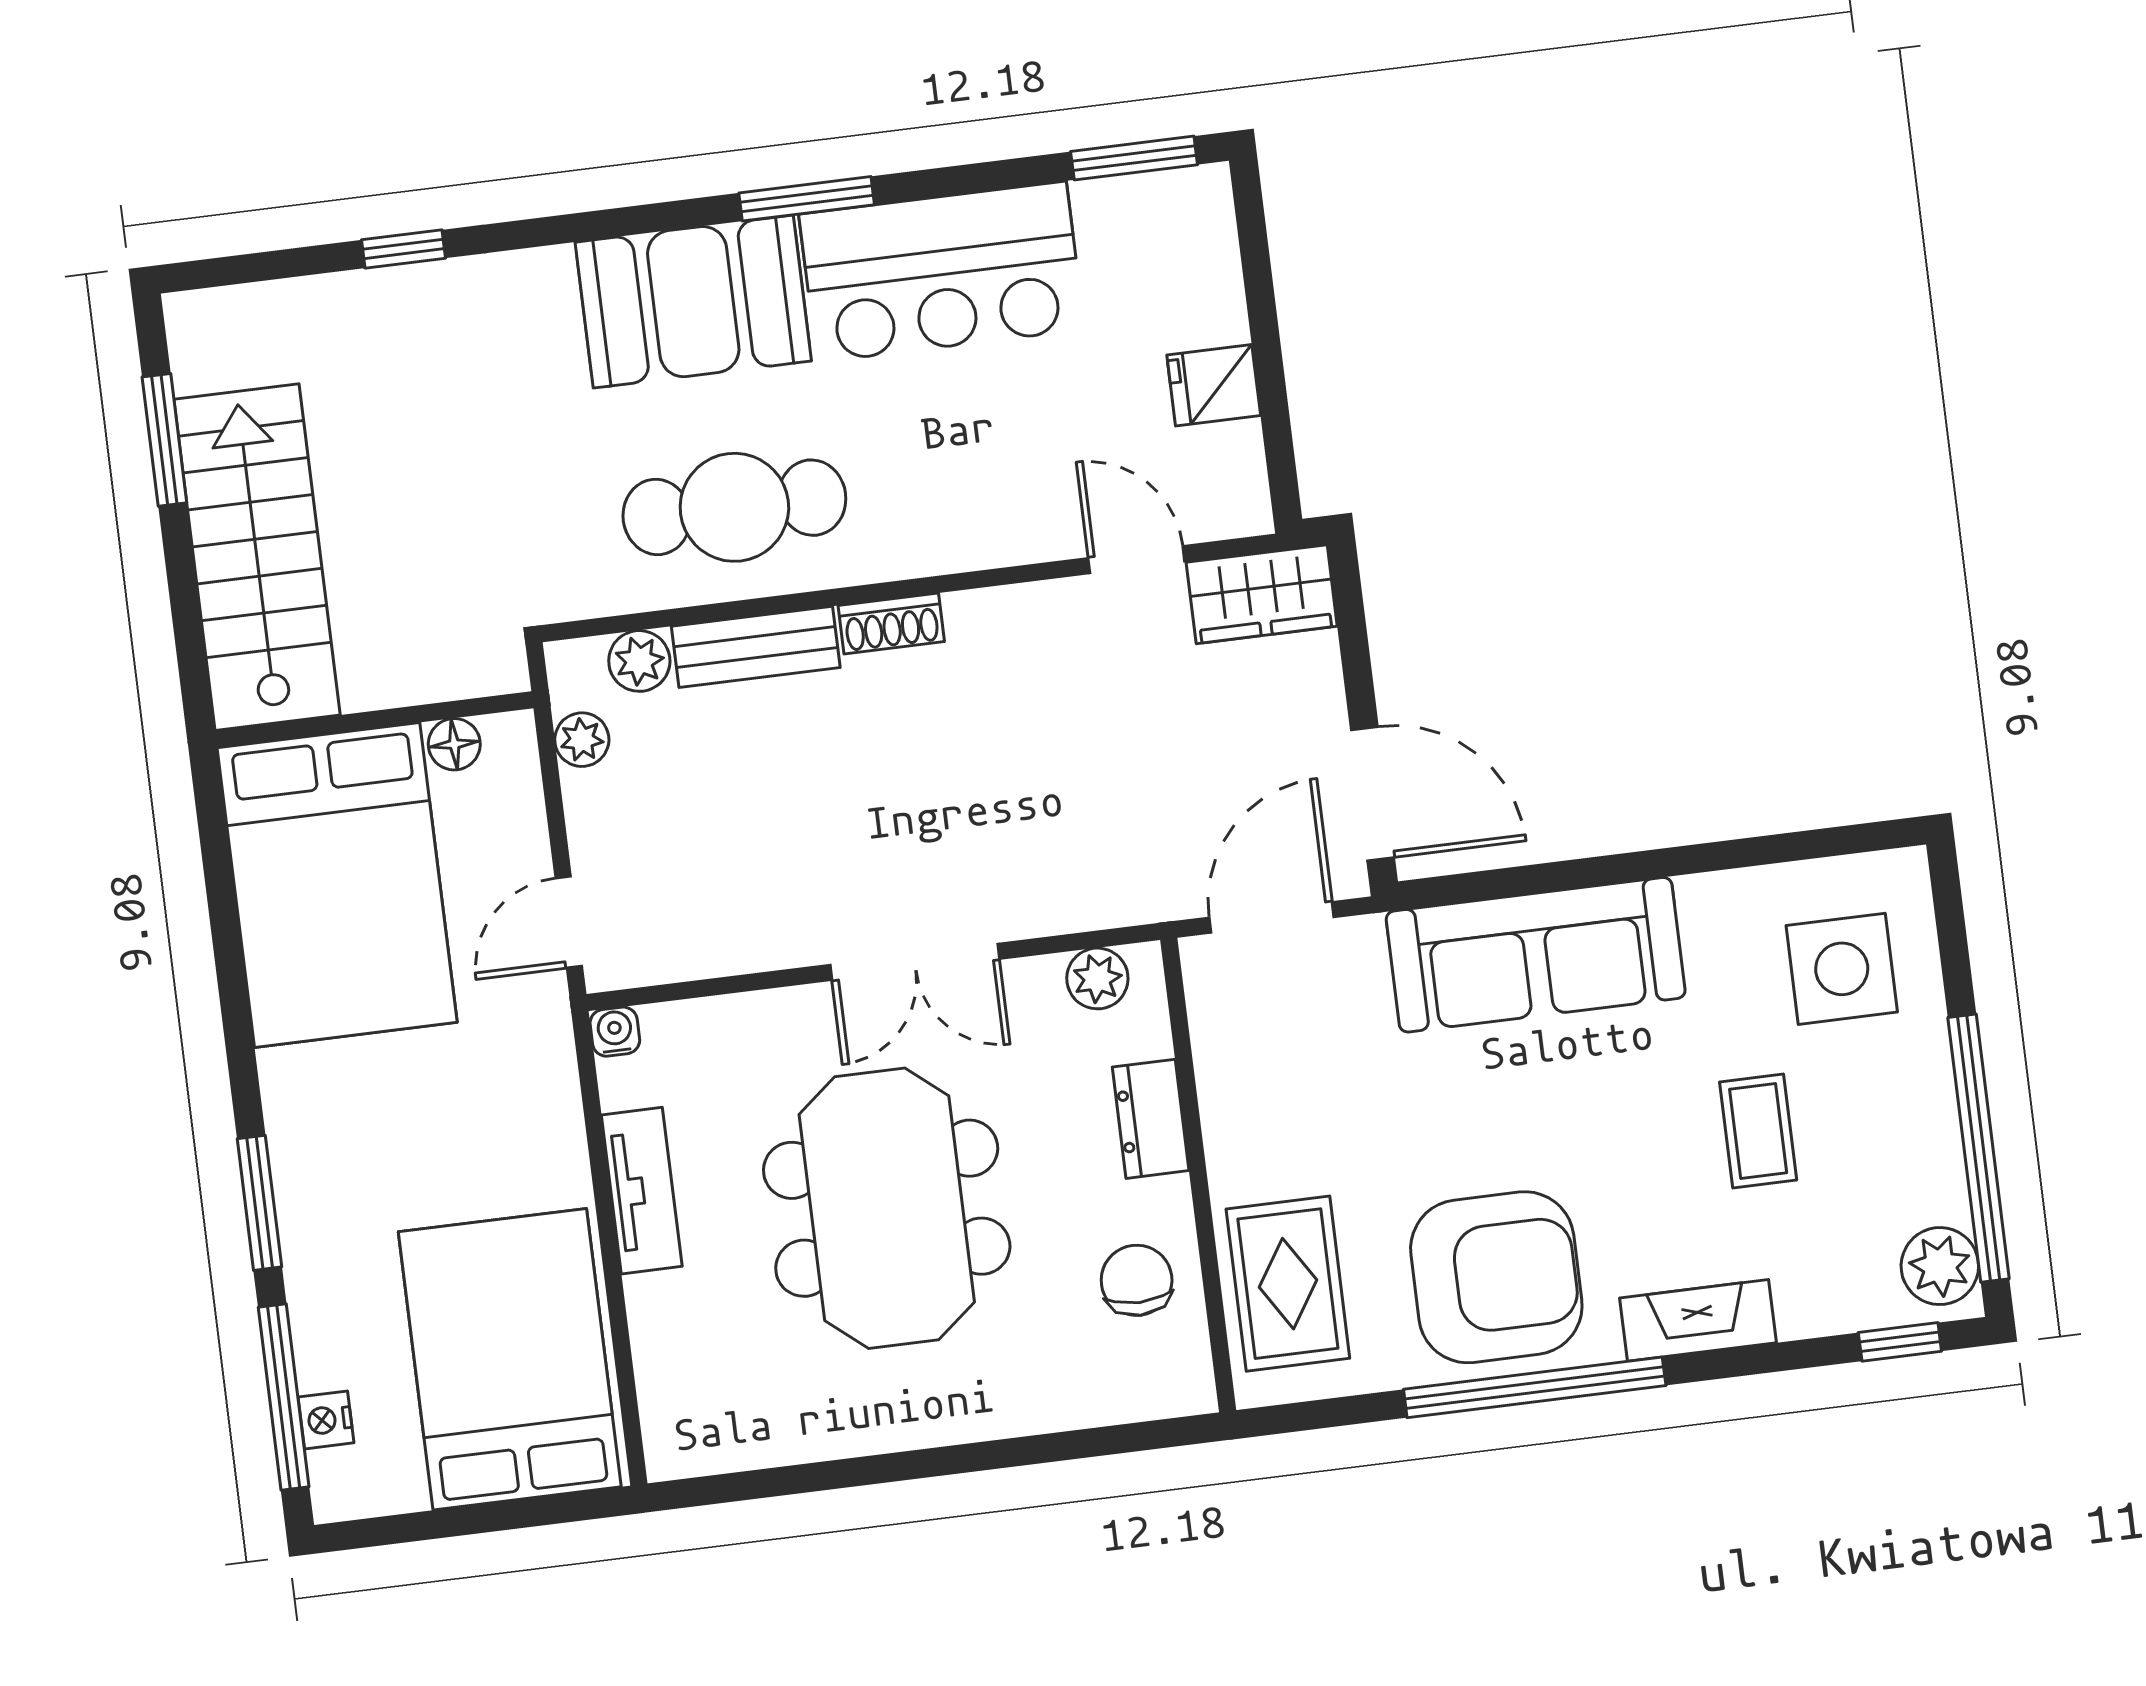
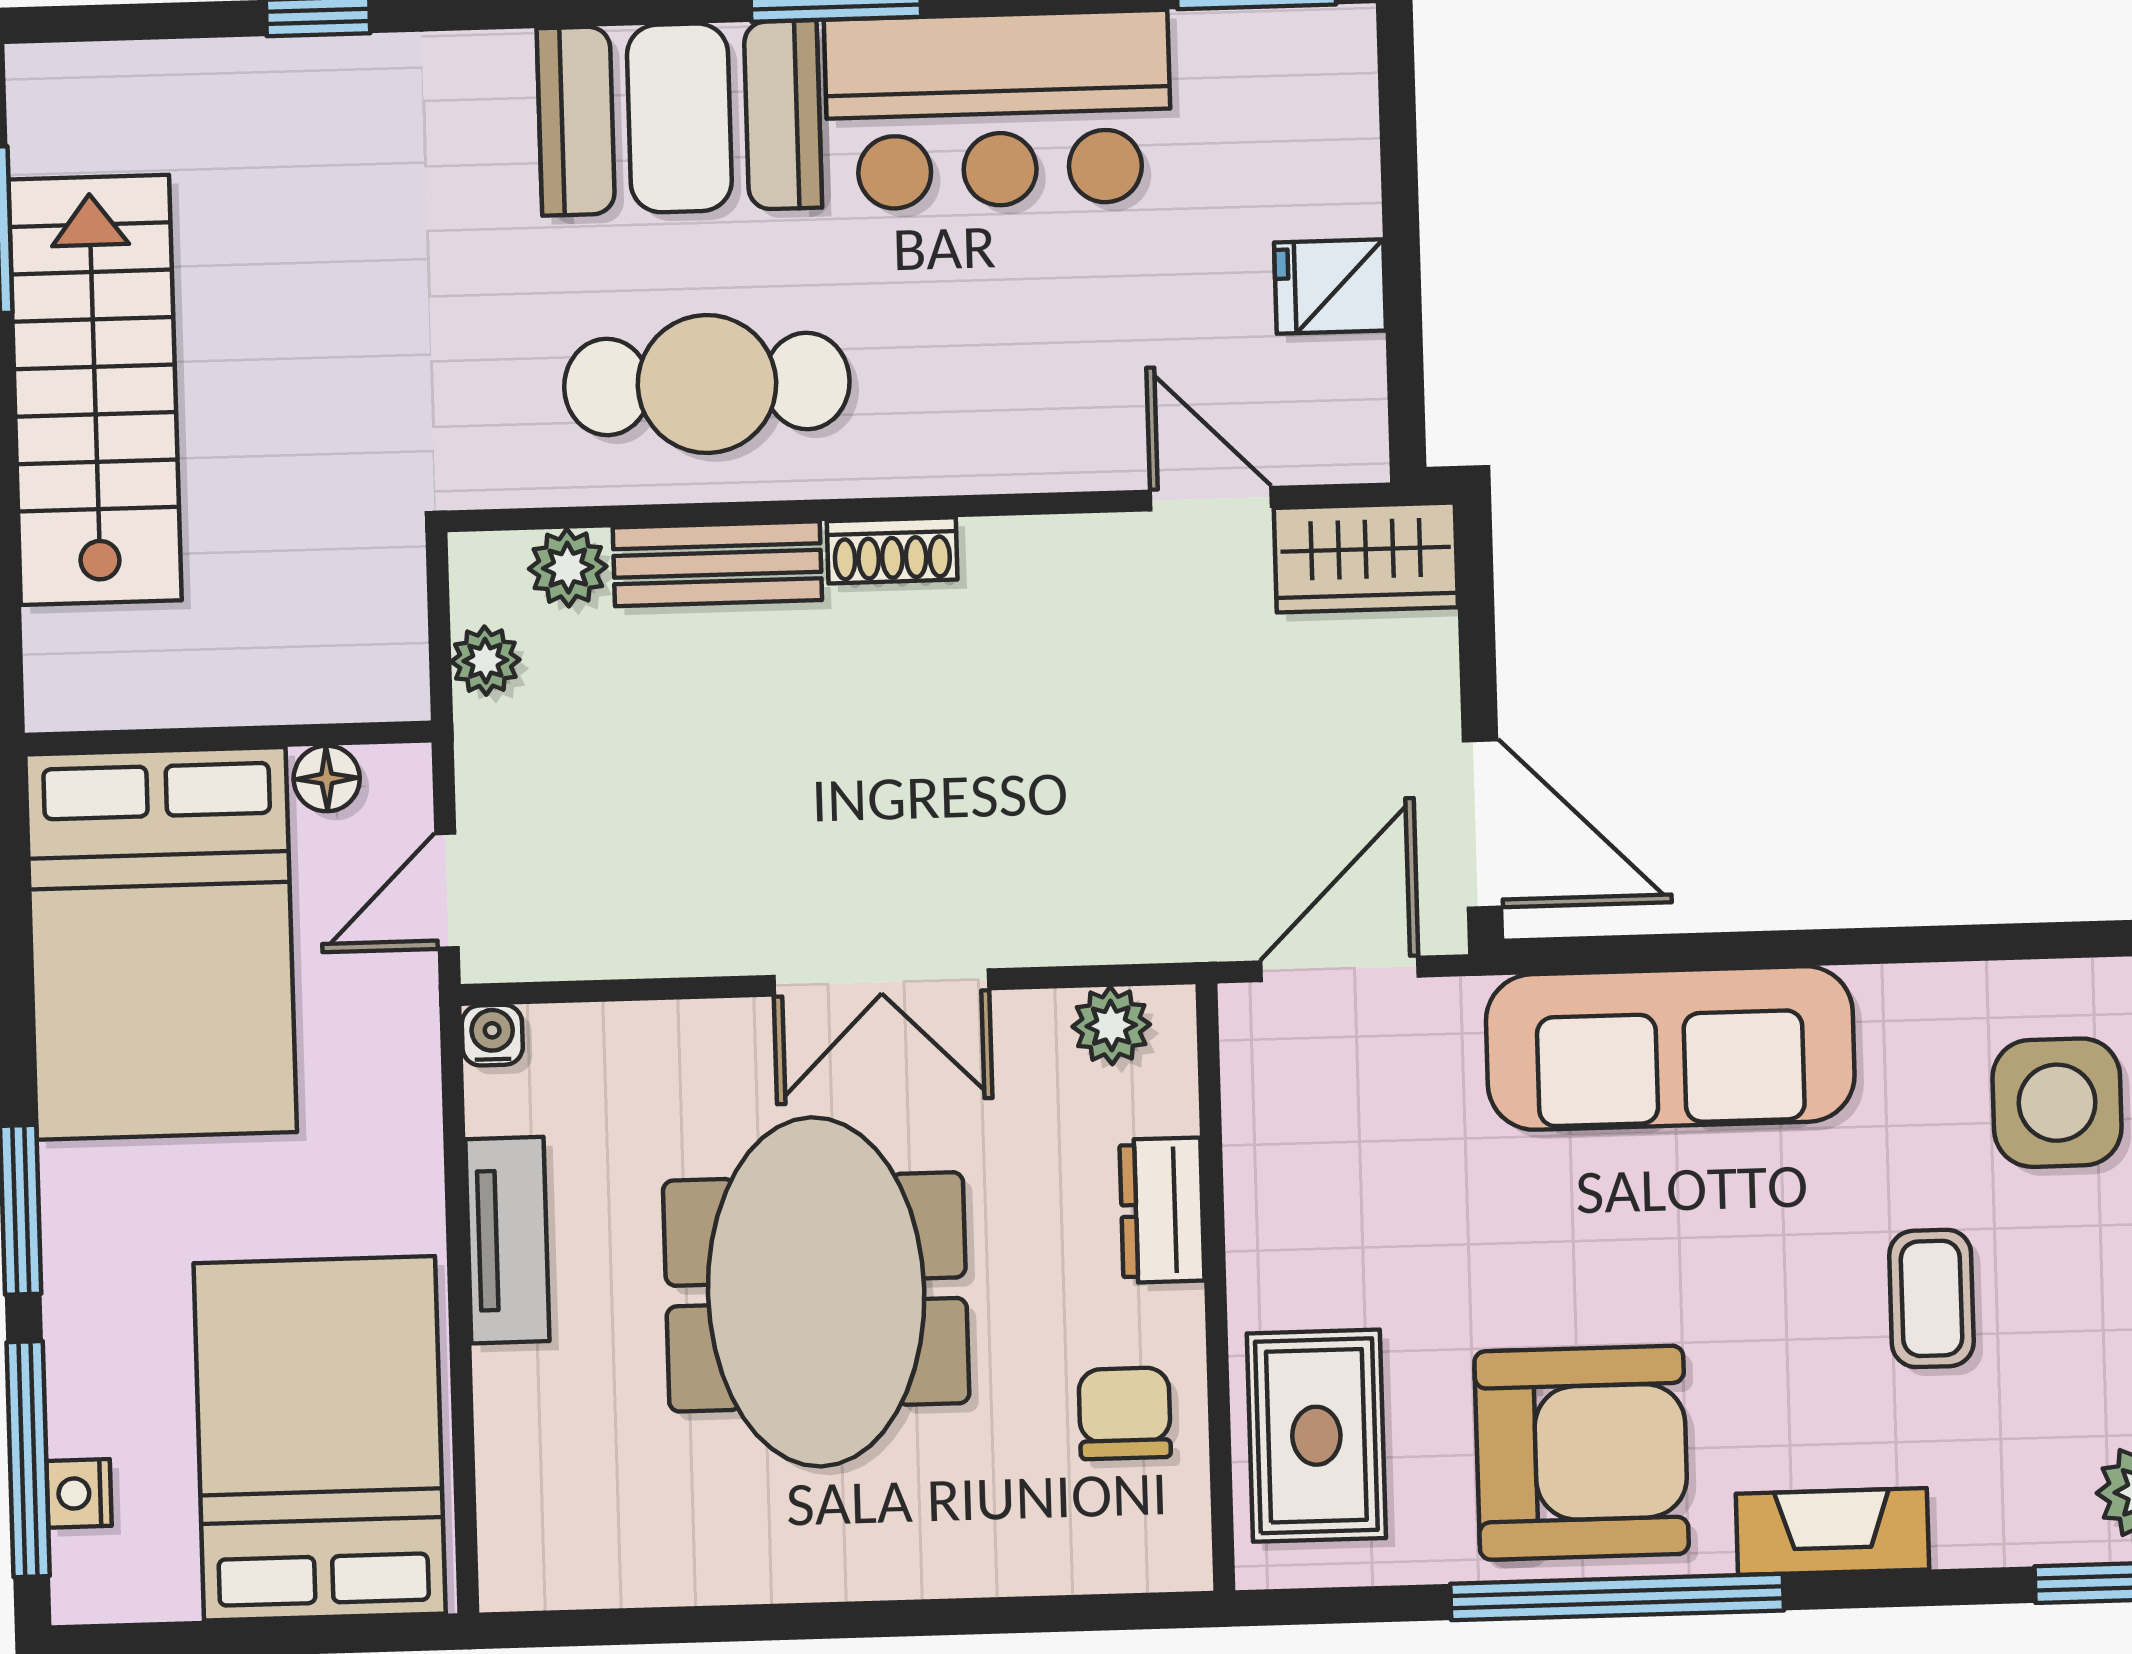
wall: (374, 719) -> (228, 738), moved
floor lamp: (454, 744) -> (327, 779), moved
bed: (337, 885) -> (161, 943), moved

